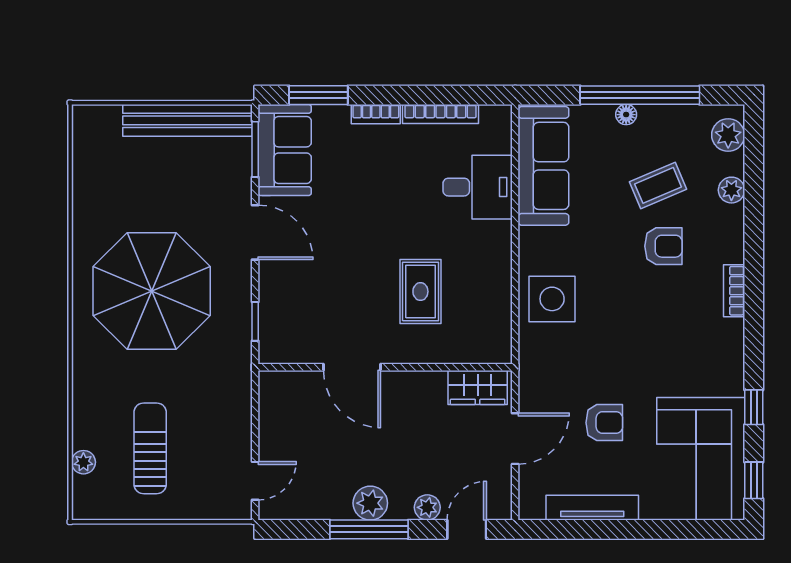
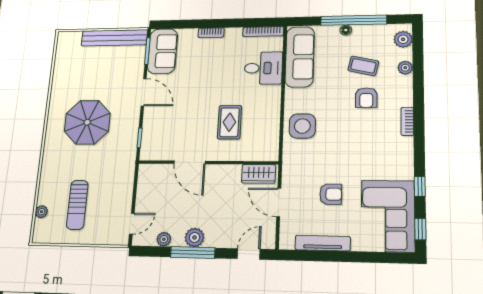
window: (318, 95) -> (182, 24), removed
bookcase: (440, 114) -> (263, 32), moved
coffee table: (658, 185) -> (363, 66), turned 36
armchair: (663, 246) -> (366, 98), turned 90
parasol: (152, 291) -> (87, 122), width x0.73, depth x0.73
door: (515, 439) -> (279, 203), swing flipped
sun lounger: (150, 448) -> (77, 205), turned 180
plant: (427, 507) -> (164, 239), moved

